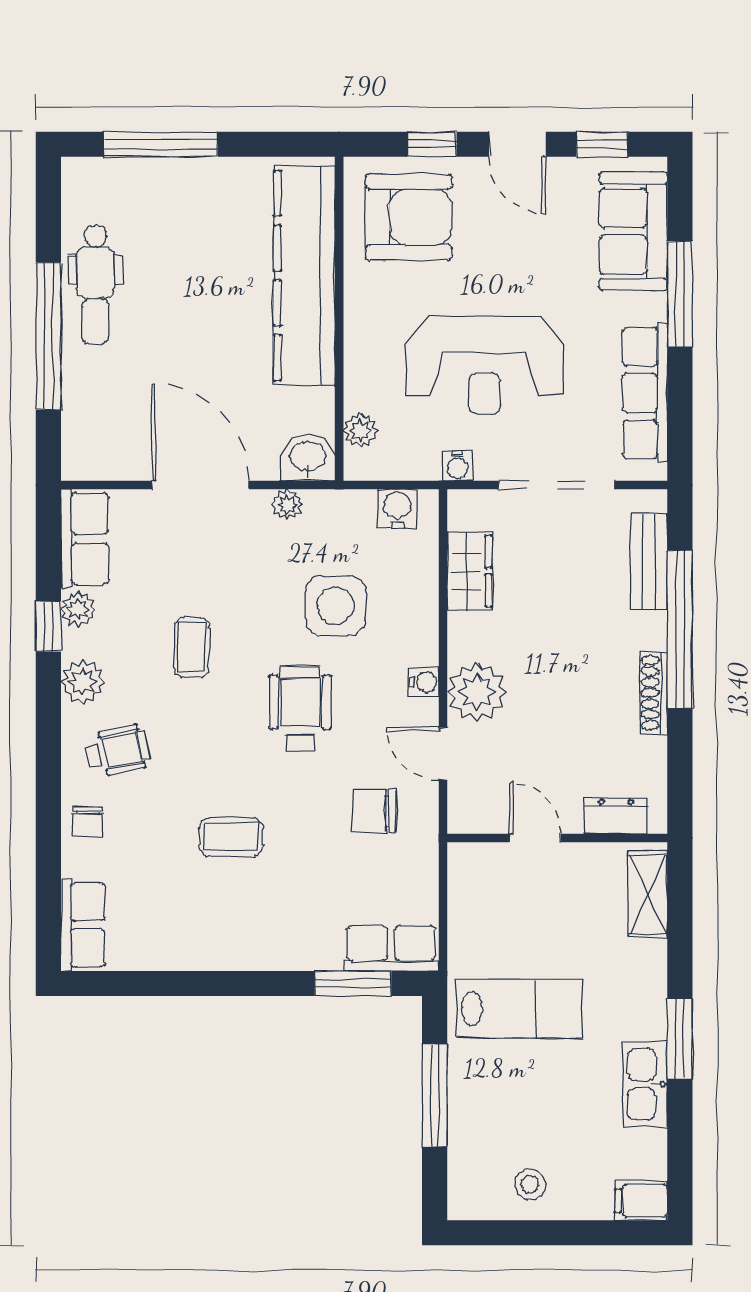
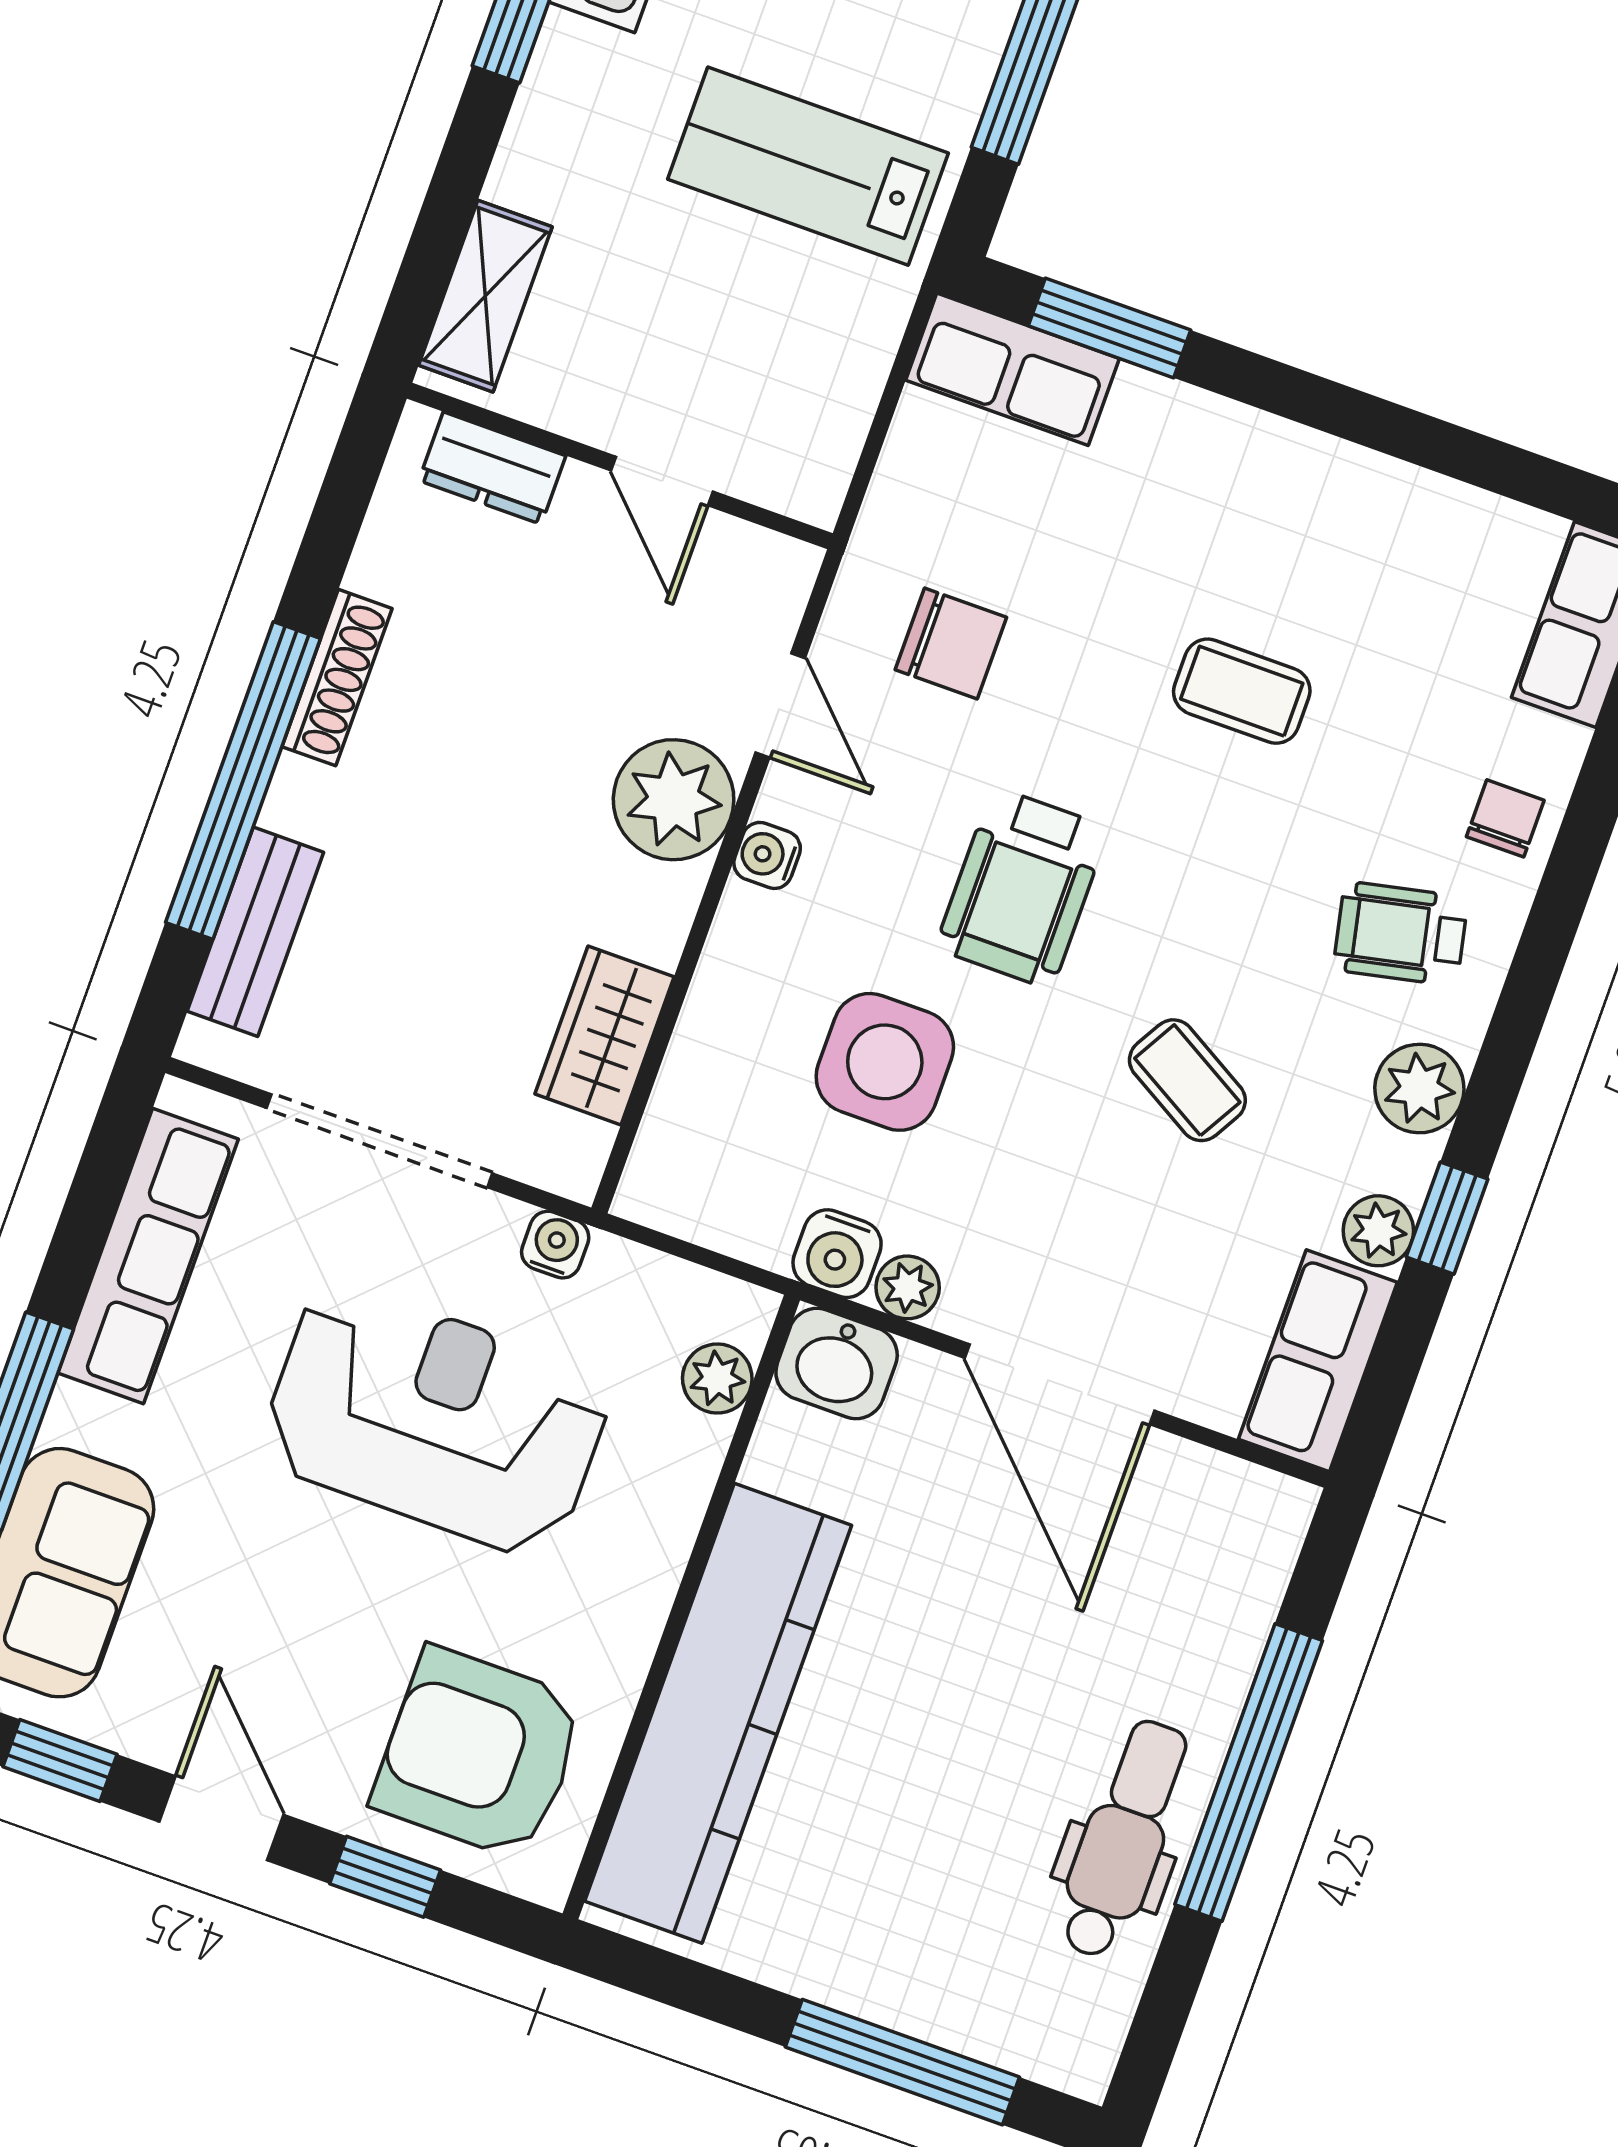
water cooler: (397, 509) -> (837, 1254), moved
coffee table: (192, 647) -> (1187, 1080), turned -61

